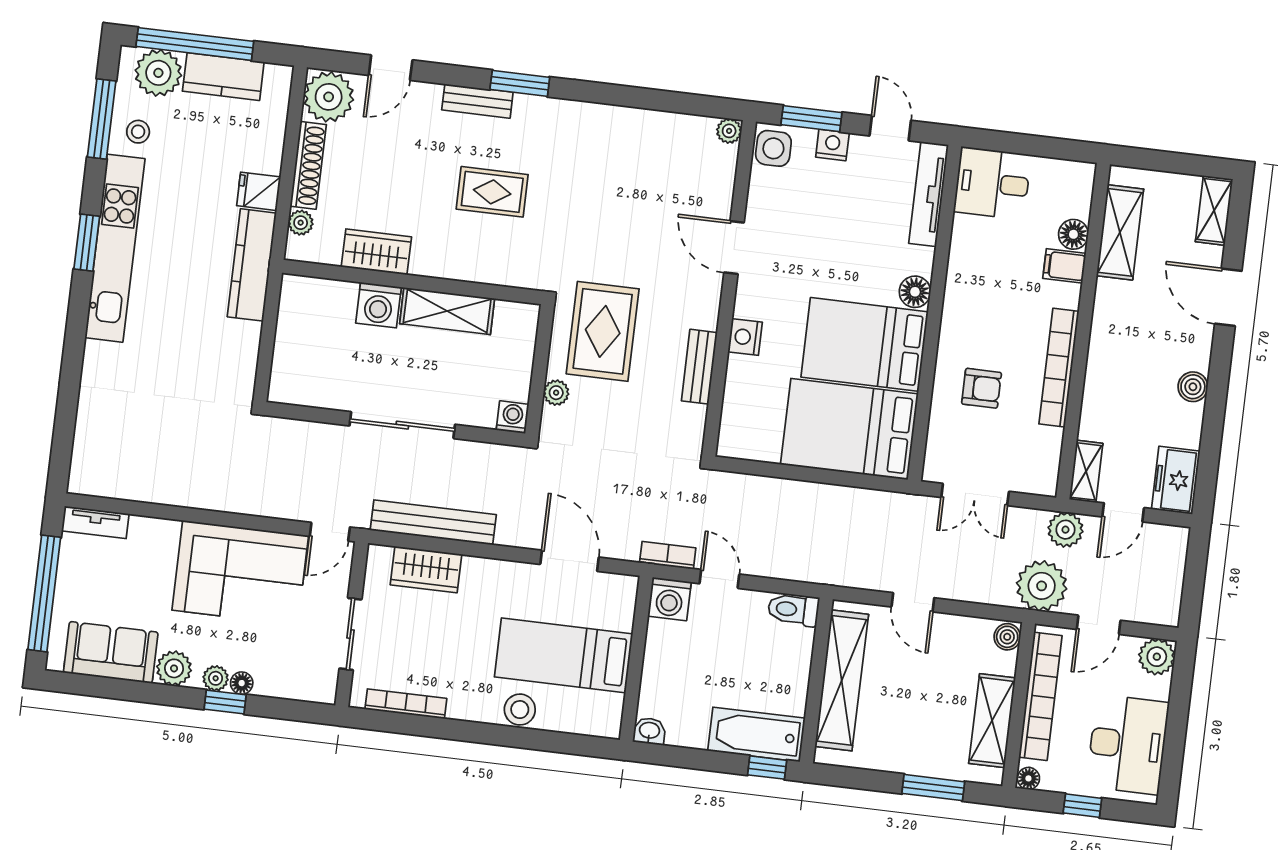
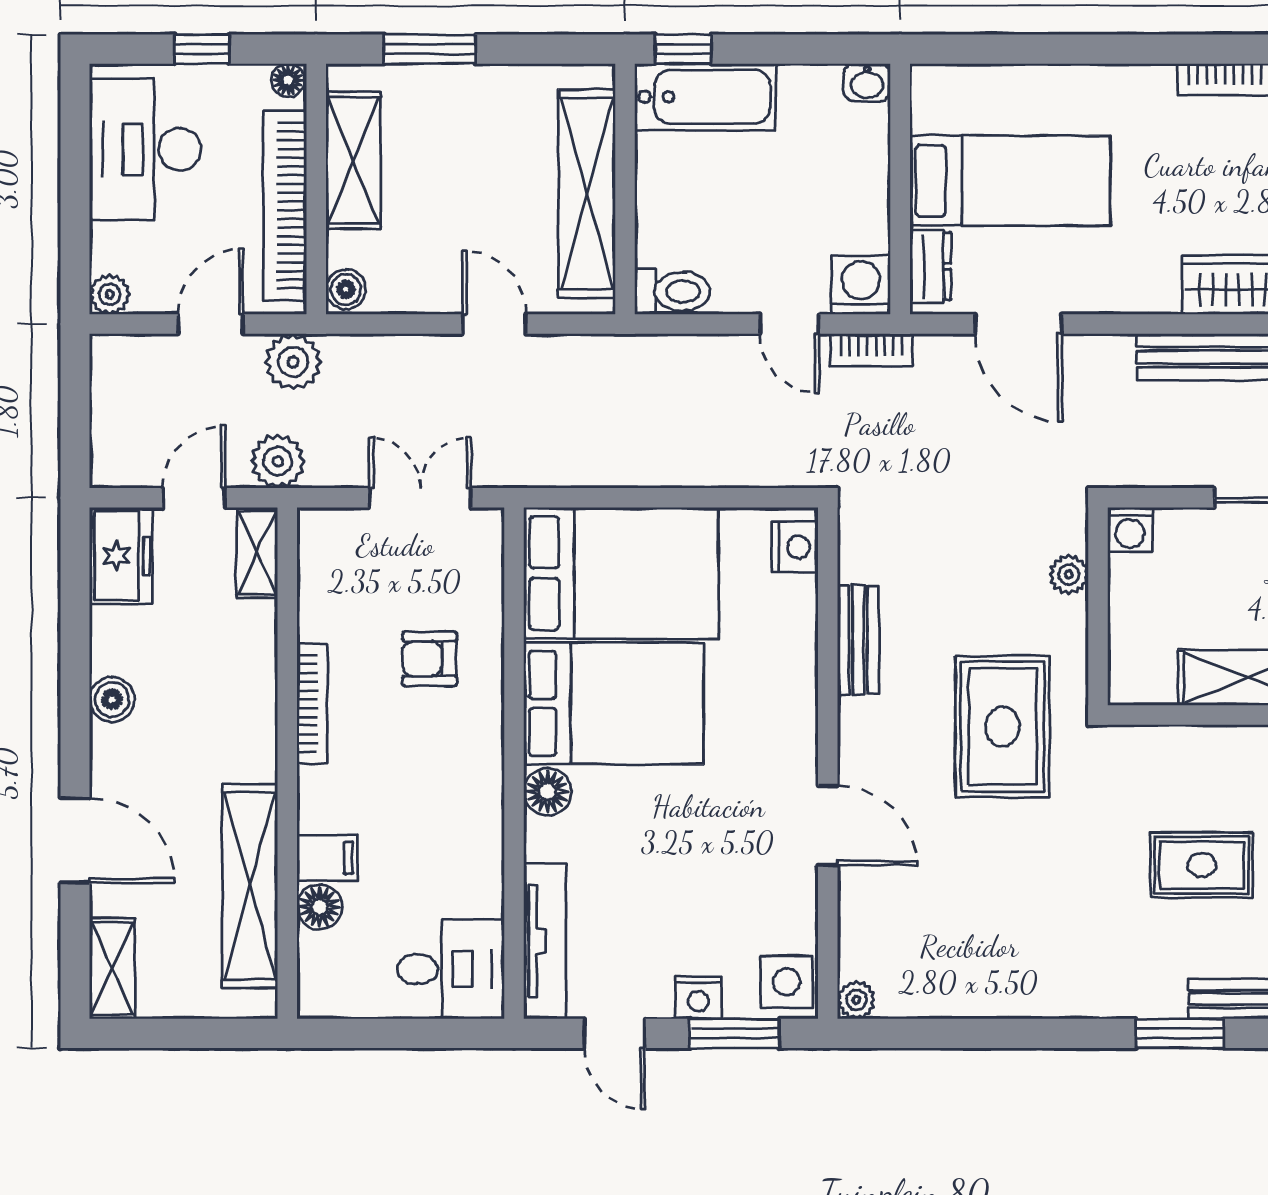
shelving: (1120, 232) -> (250, 886), width x1.47
rug: (603, 331) -> (1002, 727), moved
nightstand: (745, 337) -> (795, 547), moved
bookcase: (1059, 368) -> (312, 704), width x0.68, depth x0.76
plant: (1042, 586) -> (293, 362), width x0.73, depth x0.73
dresser: (622, 606) -> (930, 266), added
plant: (1157, 657) -> (110, 294), width x0.73, depth x0.73
stool: (520, 710) -> (1066, 91), removed

